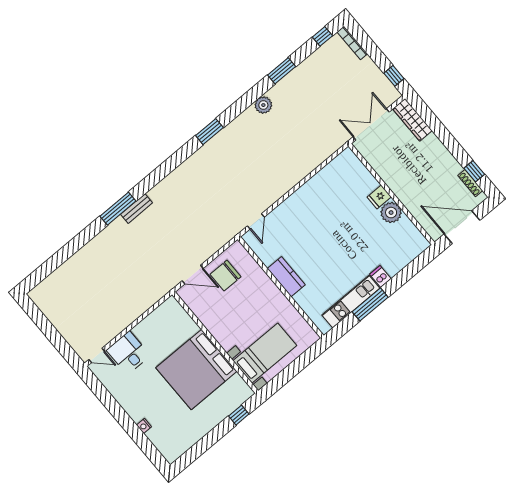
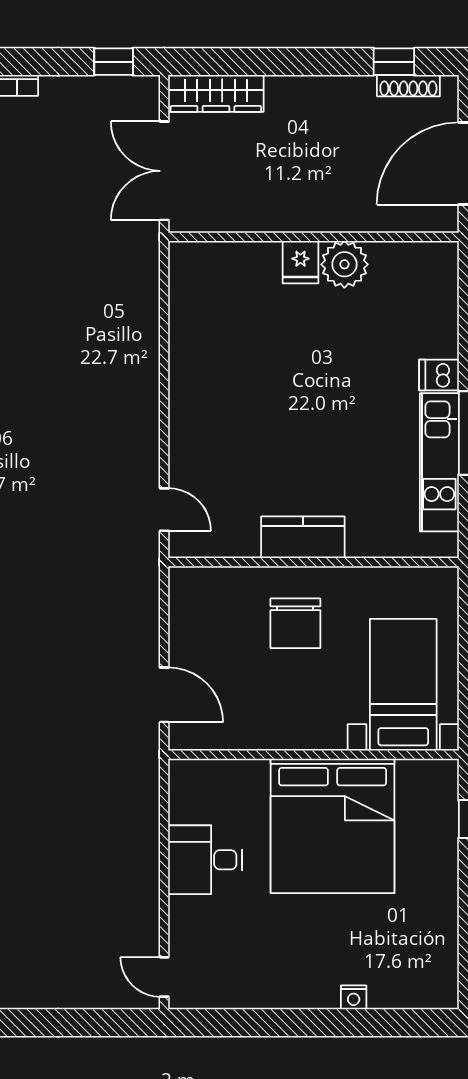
door: (193, 275) -> (164, 695), hinge flipped
chair: (225, 276) -> (295, 623), moved
desk: (128, 353) -> (205, 860), moved
door: (97, 356) -> (164, 977), swing flipped

